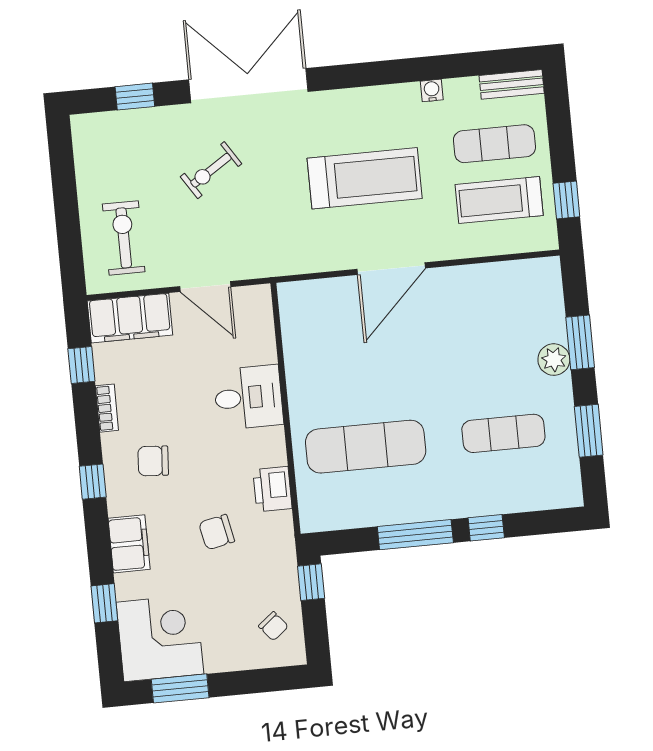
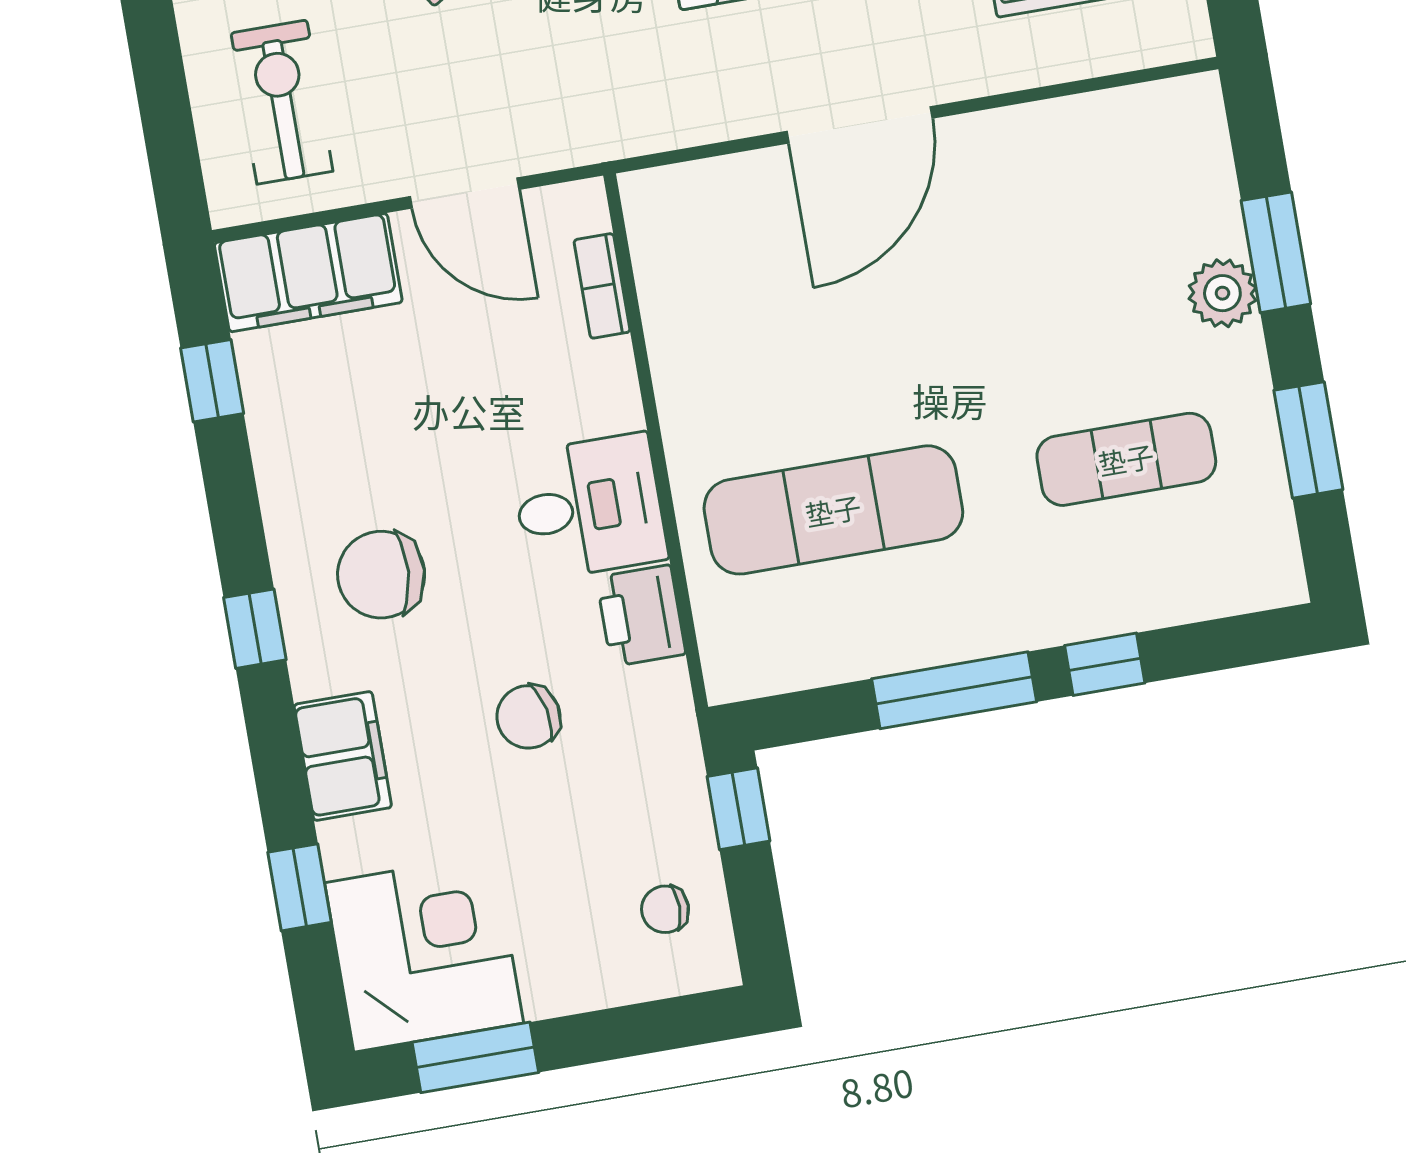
desk: (248, 397) -> (589, 507), moved
bookcase: (107, 408) -> (602, 286), moved, turned 180
chair: (153, 461) -> (381, 575), width x1.37, depth x1.37
chair: (273, 626) -> (665, 909), turned 129

